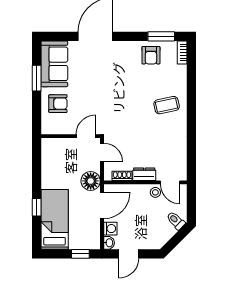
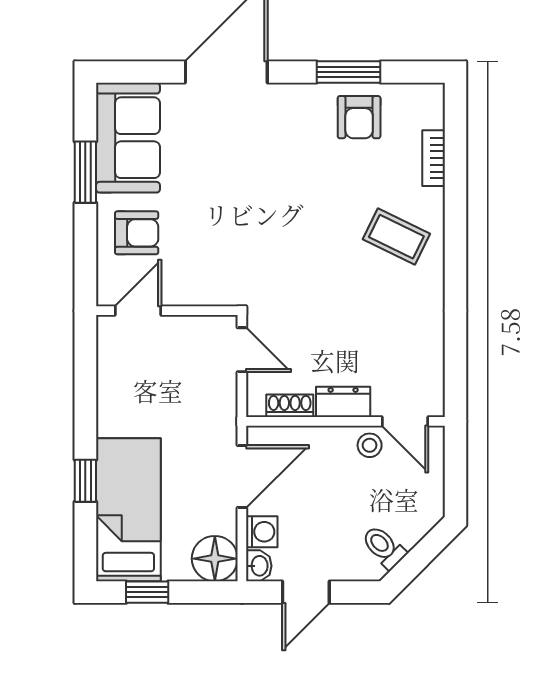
window: (161, 36) -> (349, 72), moved
bookcase: (182, 52) -> (434, 158), moved
coffee table: (167, 105) -> (396, 237), turned 38
door: (86, 136) -> (138, 311), moved
floor lamp: (91, 181) -> (215, 559), moved
toilet: (176, 221) -> (384, 547), moved
window: (80, 254) -> (147, 592), moved

